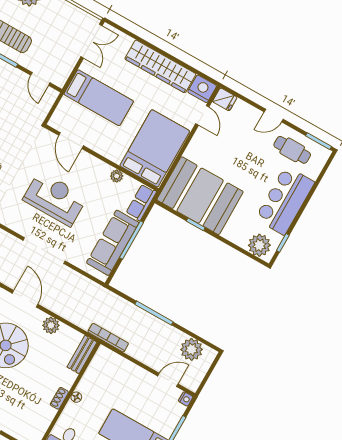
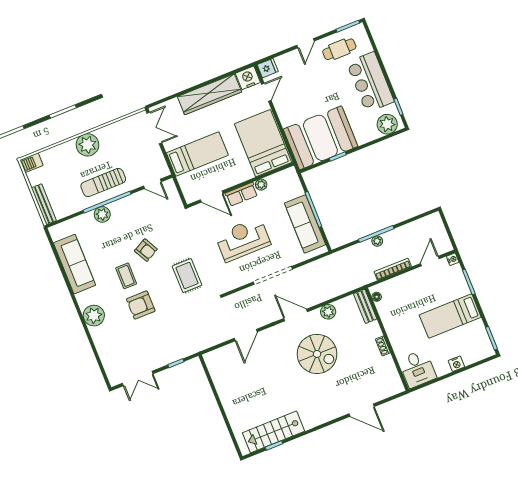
door: (202, 115) -> (266, 92), hinge flipped
row of seats: (141, 202) -> (241, 194), moved, turned -90
bookcase: (108, 338) -> (393, 269), moved
plant: (192, 349) -> (377, 241), moved, width x0.53, depth x0.53
floor lamp: (76, 397) -> (377, 297), moved

